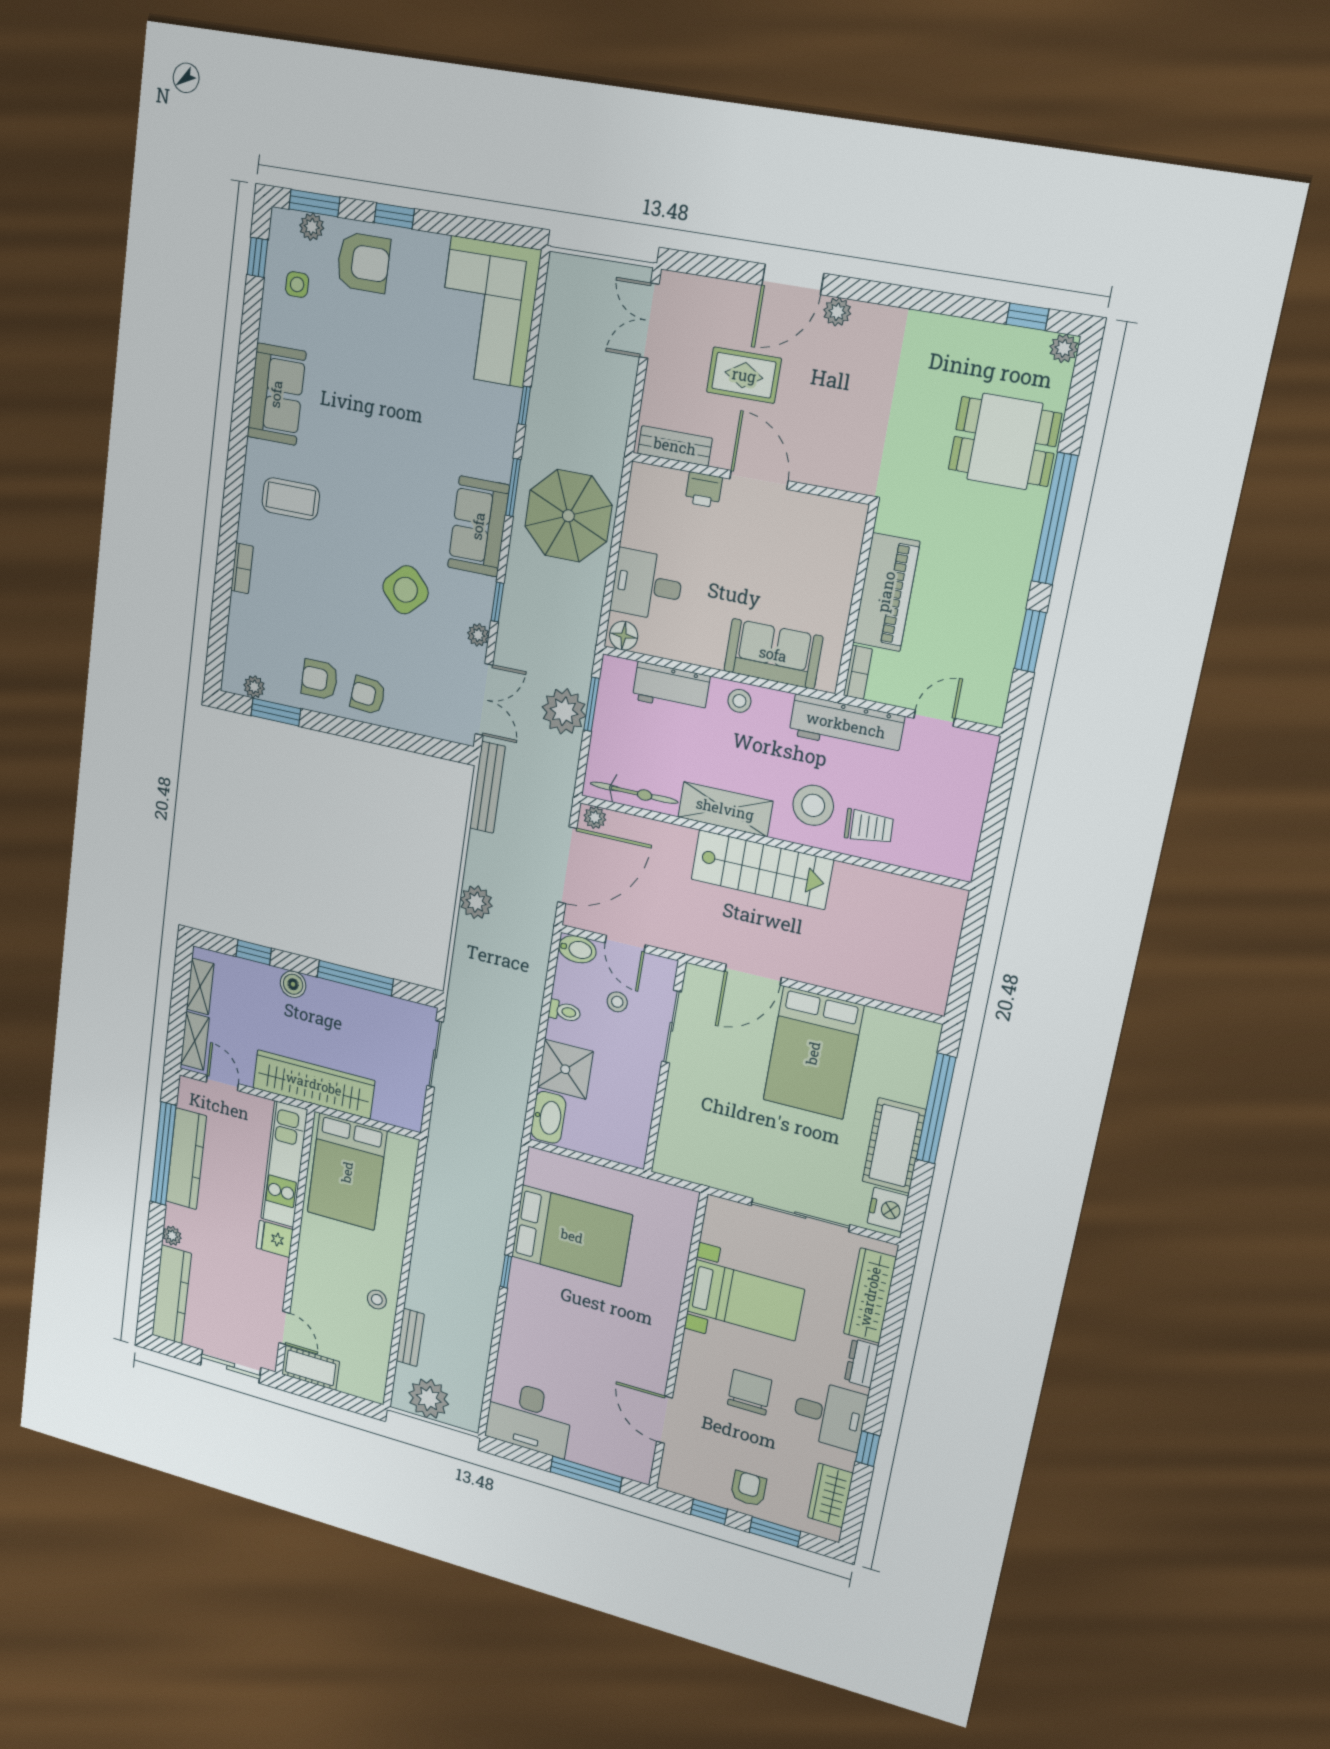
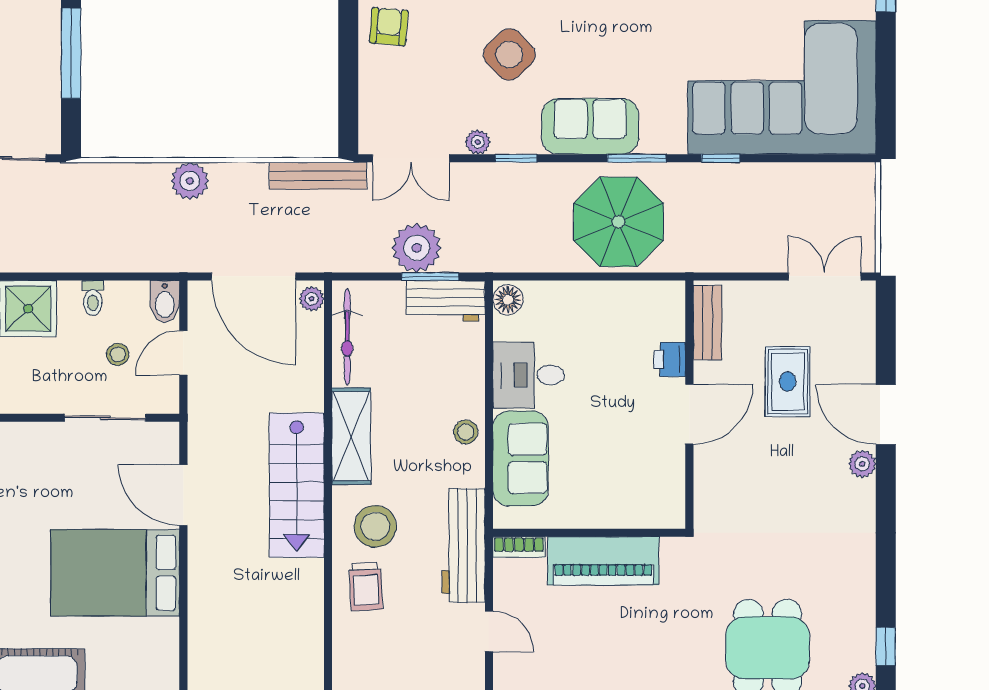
corner sofa: (487, 312) -> (782, 87), width x1.36, depth x1.36
desk: (647, 585) -> (529, 375), moved, turned -90
workbench: (671, 688) -> (446, 301), moved, turned -90

